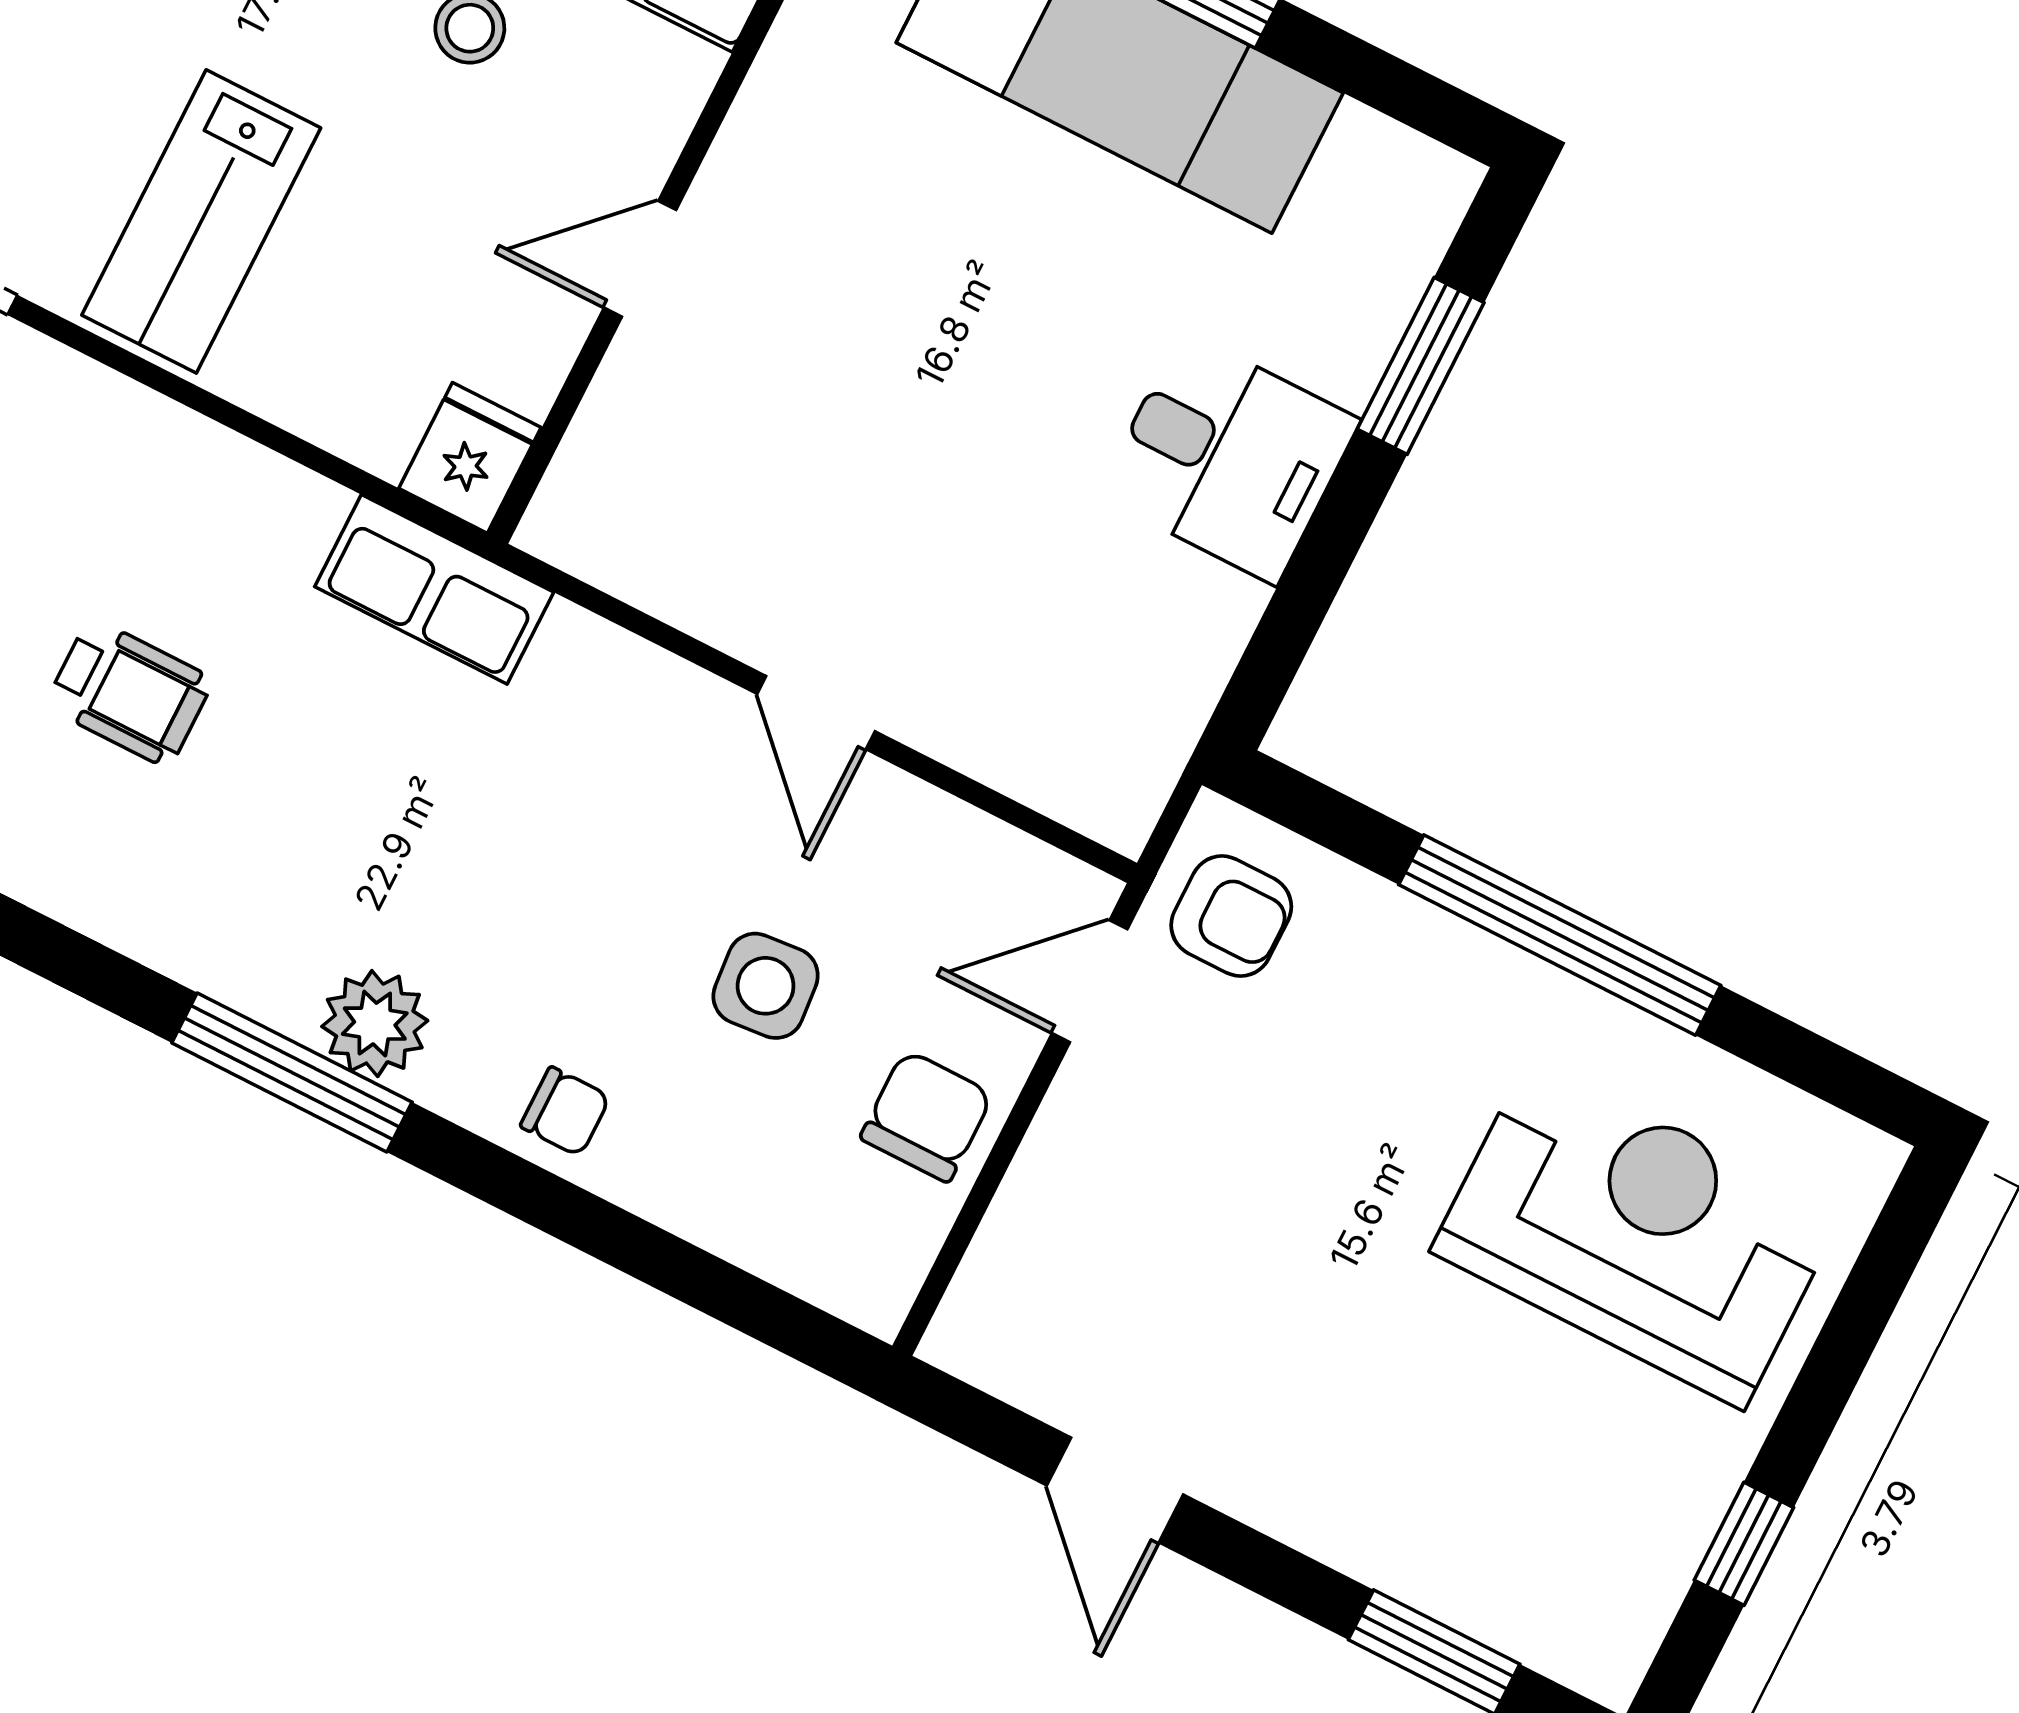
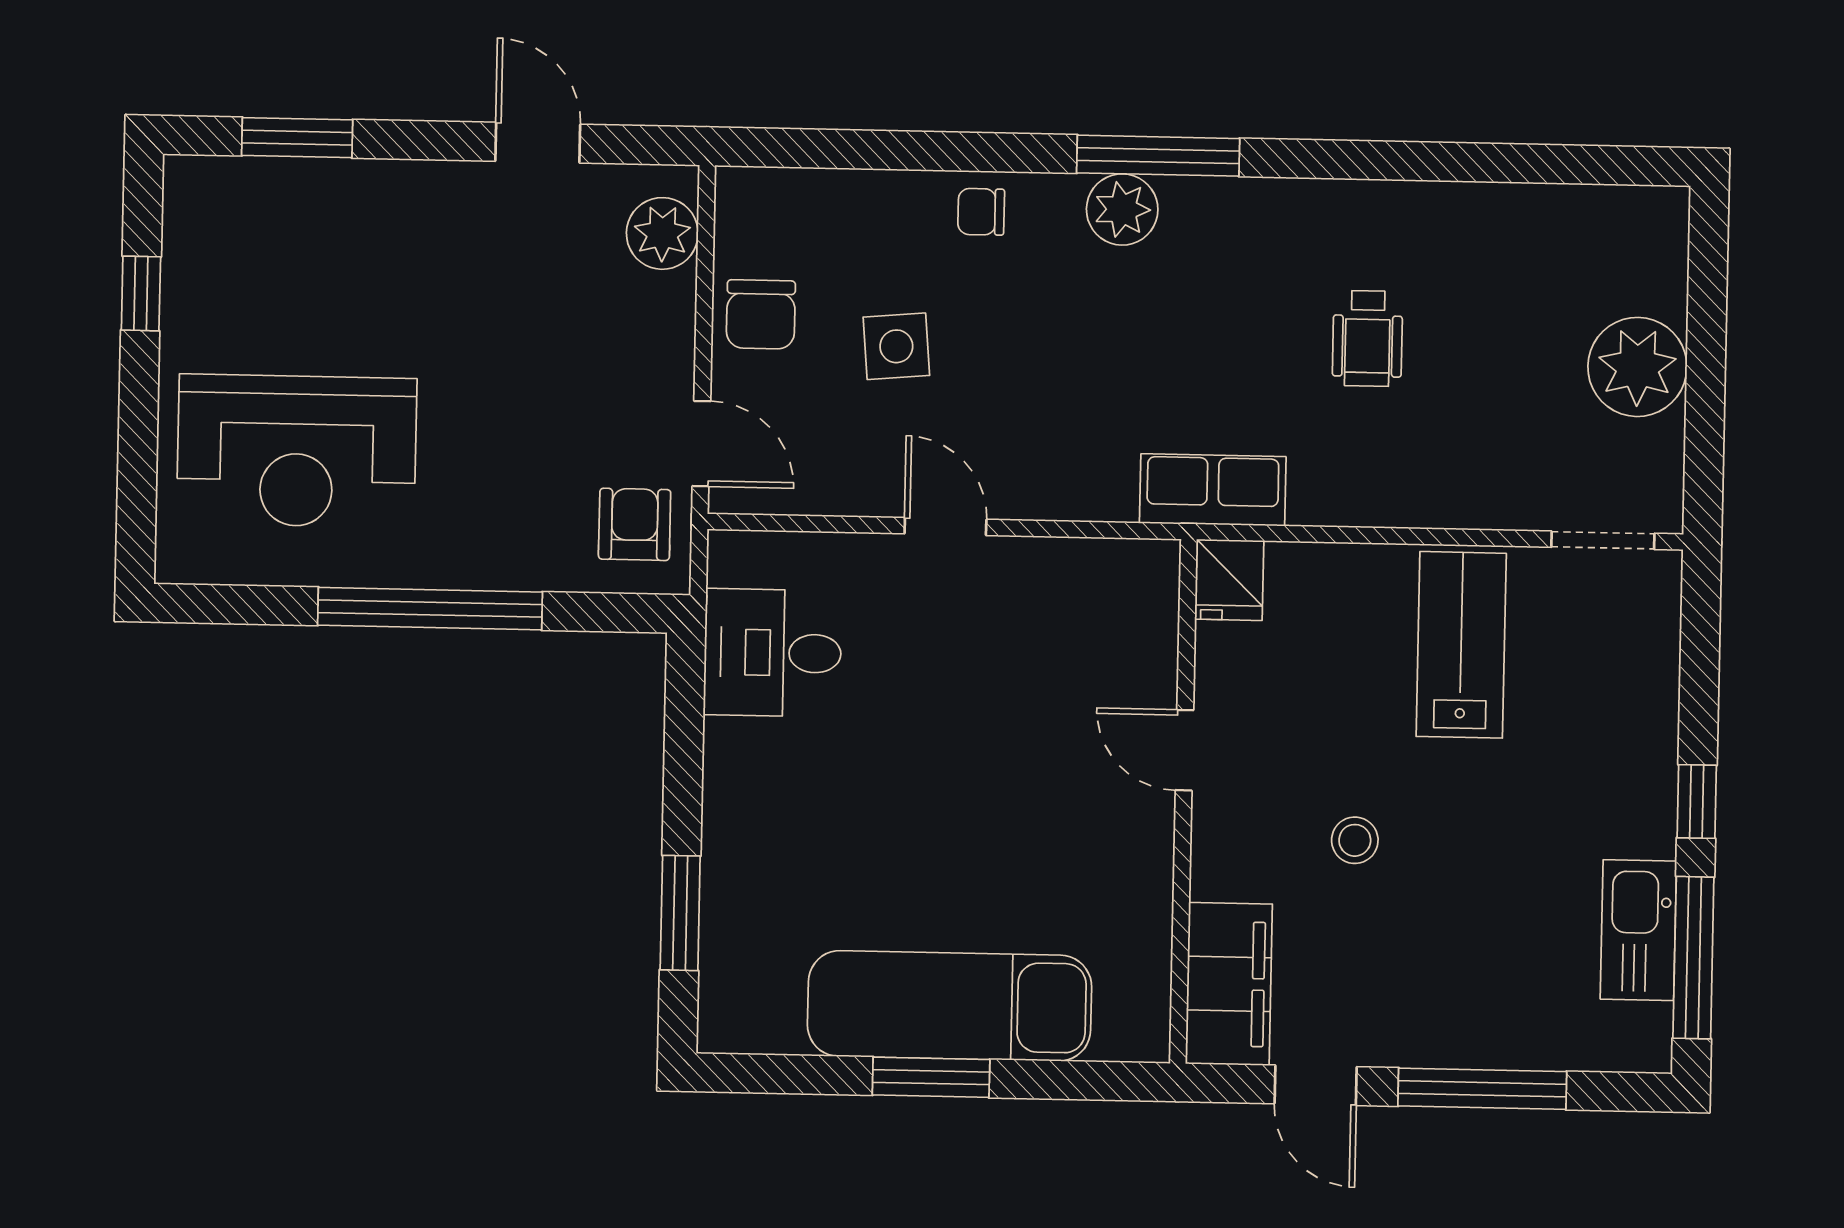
door: (640, 259) -> (1184, 750), swing flipped
desk: (1229, 458) -> (773, 653), moved
wheelchair: (129, 693) -> (1367, 338), turned -90
armchair: (1231, 916) -> (635, 524), turned 90
door: (1090, 981) -> (701, 444), hinge flipped
plant: (1006, 1288) -> (662, 233), added

